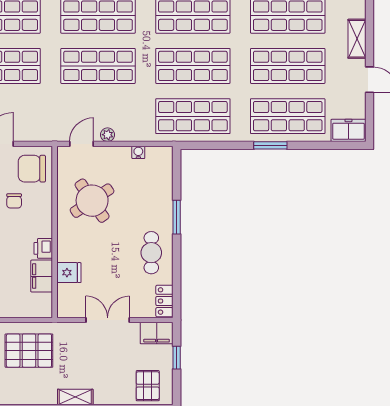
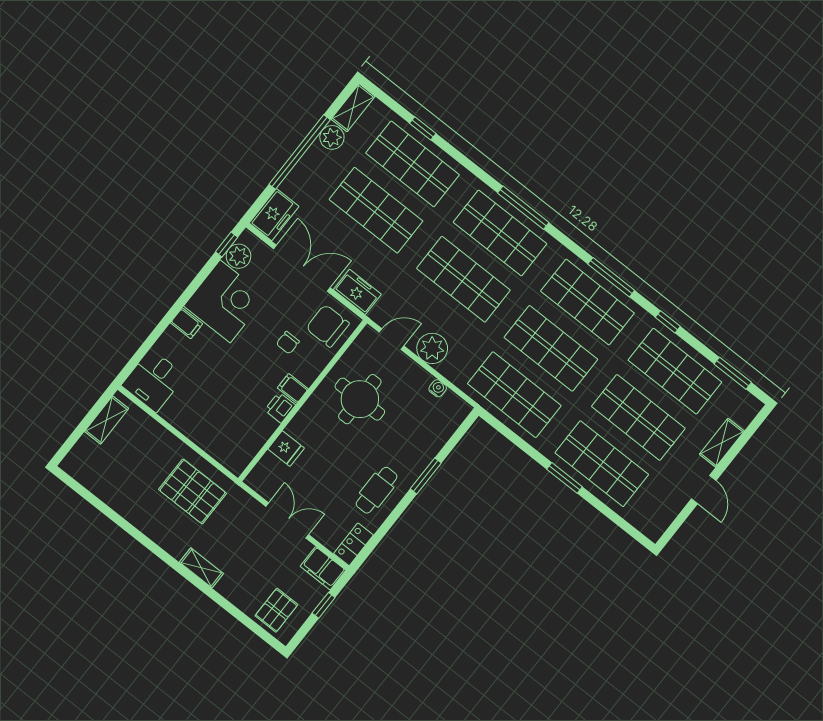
freezer: (348, 130) -> (357, 292), moved
plant: (108, 135) -> (432, 348), width x1.87, depth x1.87
round table: (92, 201) -> (360, 399), turned 34
filing cabinet: (42, 276) -> (293, 388), moved, width x0.50

